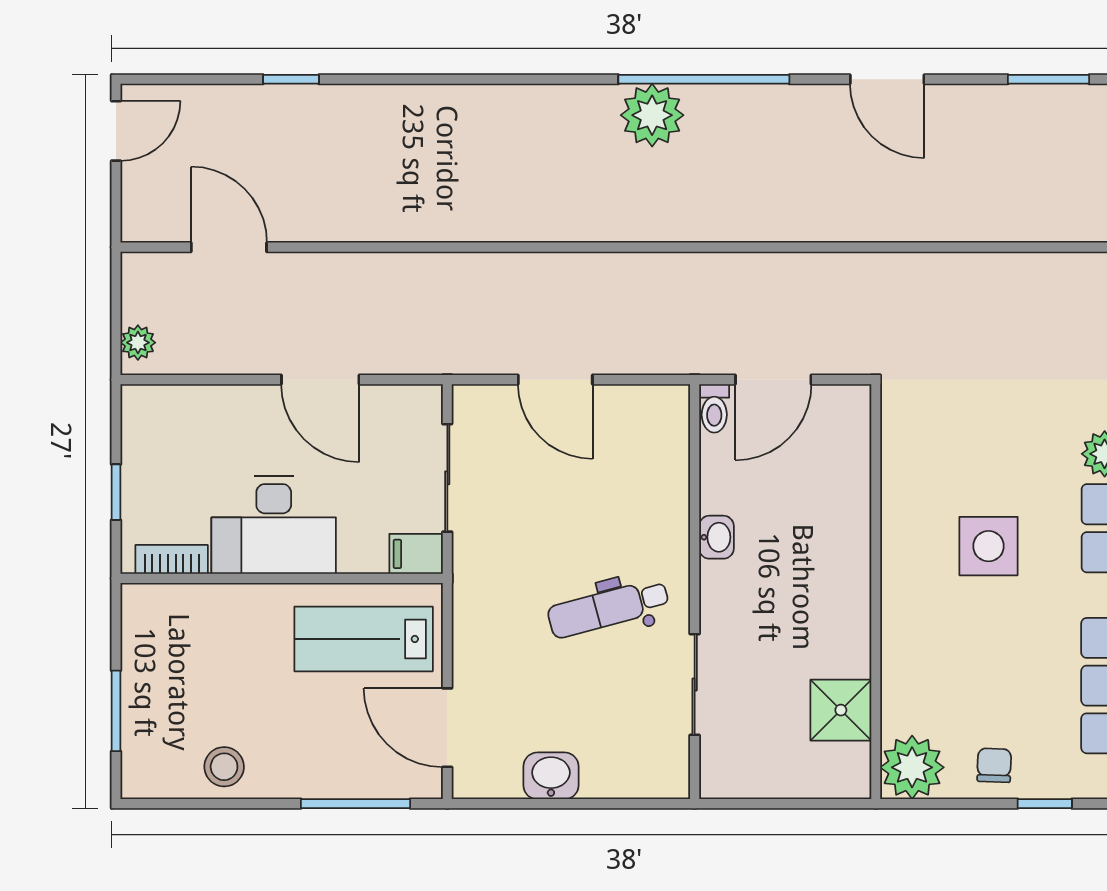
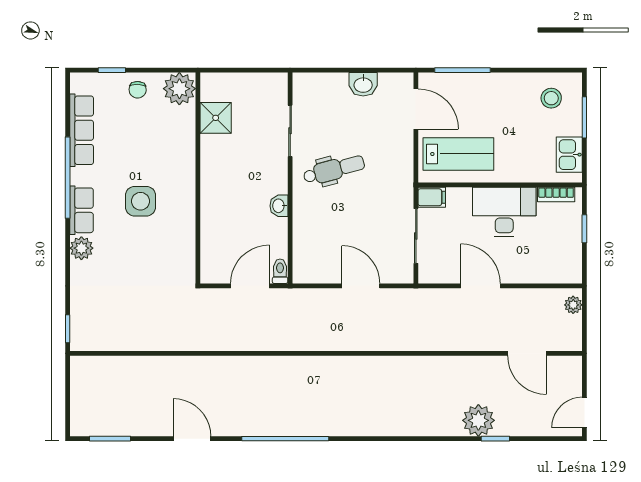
plant: (652, 115) -> (478, 420), moved
kitchen sink: (146, 638) -> (569, 155), added
stool: (224, 767) -> (551, 98), moved

